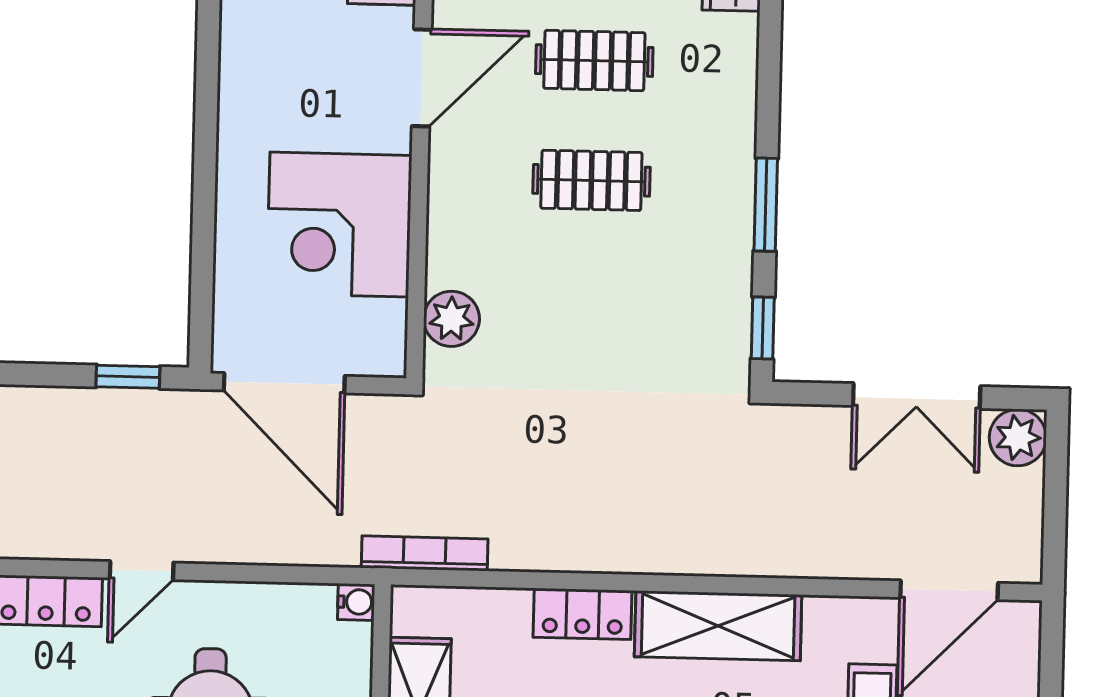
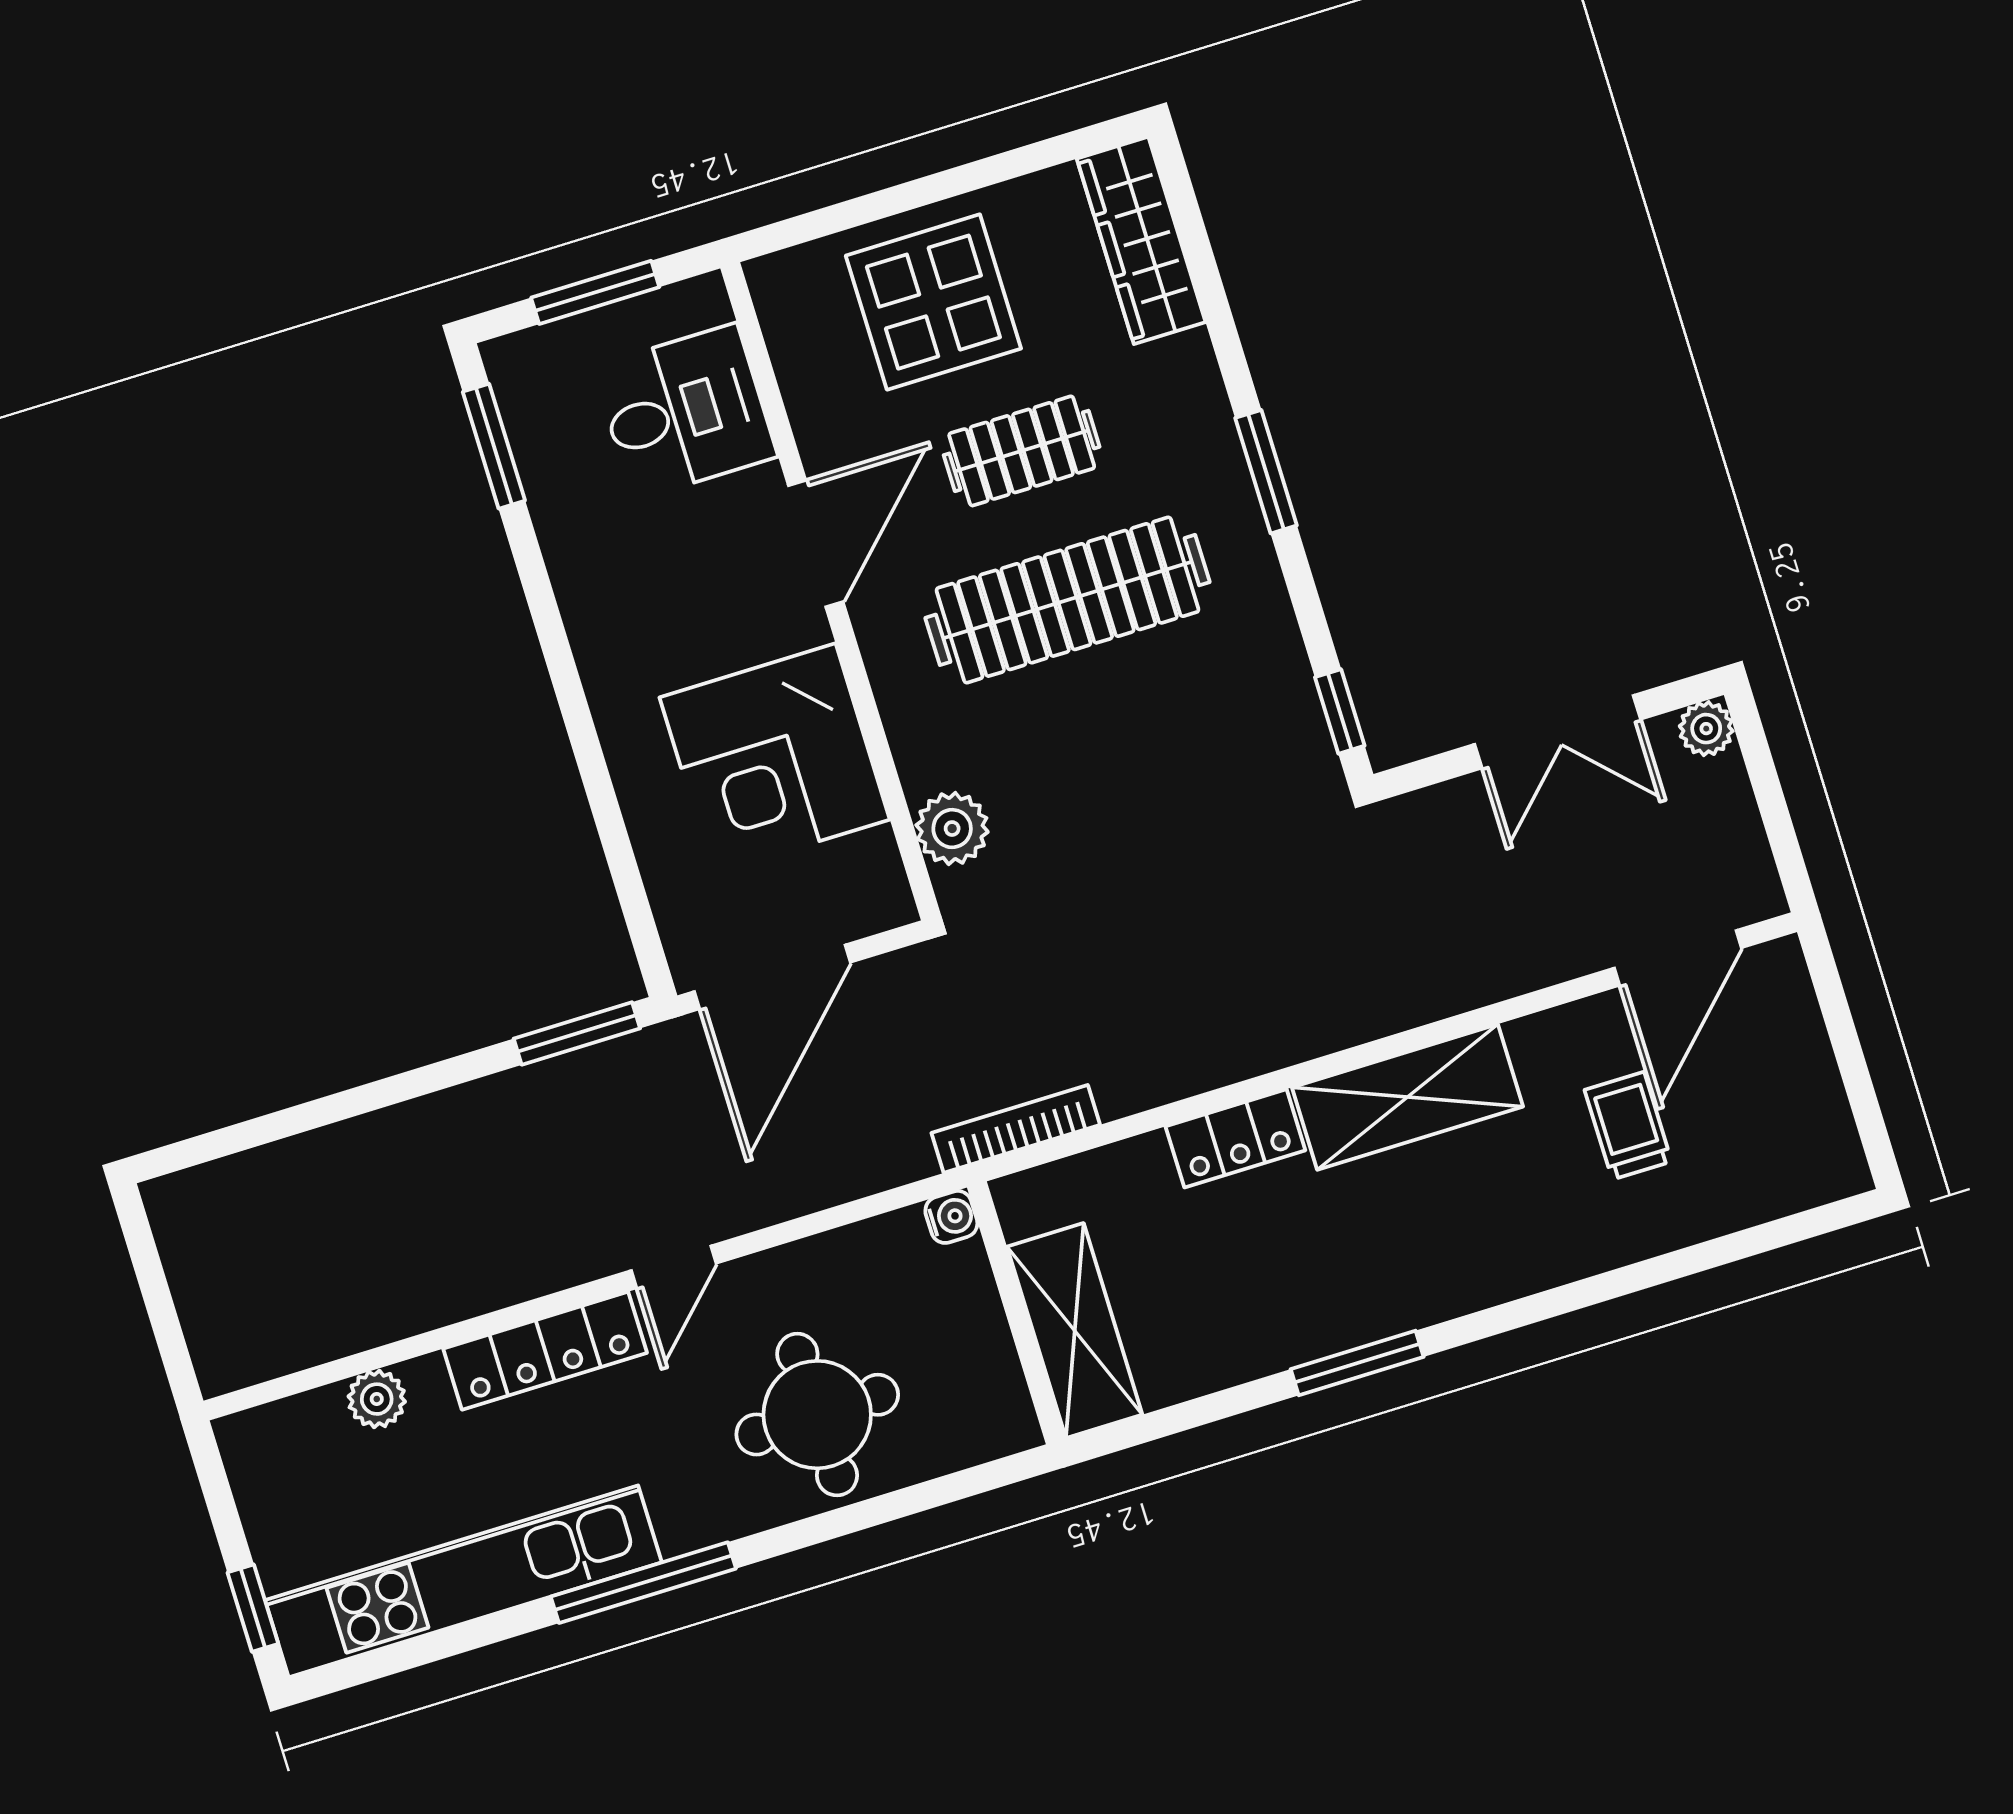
clothes rail: (591, 180) -> (1067, 600), width x1.86, depth x1.31
window: (766, 205) -> (1266, 472), moved
window: (128, 377) -> (577, 1033), width x1.50
door: (284, 383) -> (772, 977), hinge flipped
plant: (1018, 438) -> (1706, 729), width x0.73, depth x0.73

